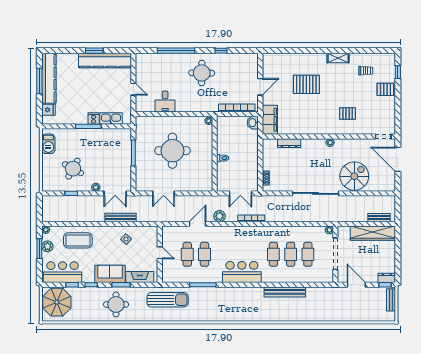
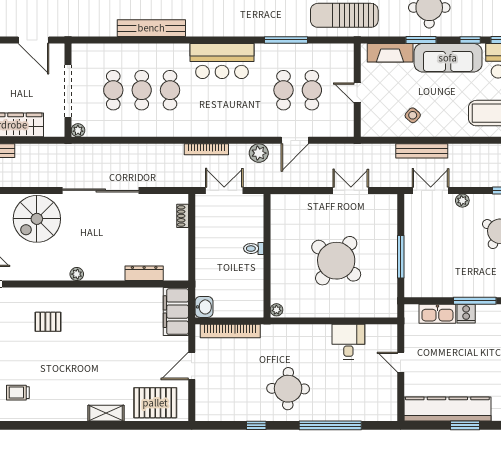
shelving: (338, 58) -> (106, 413), moved
pallet: (306, 84) -> (155, 403), moved
round table: (172, 151) -> (336, 261), turned 38
sofa: (110, 274) -> (448, 58), width x1.36

